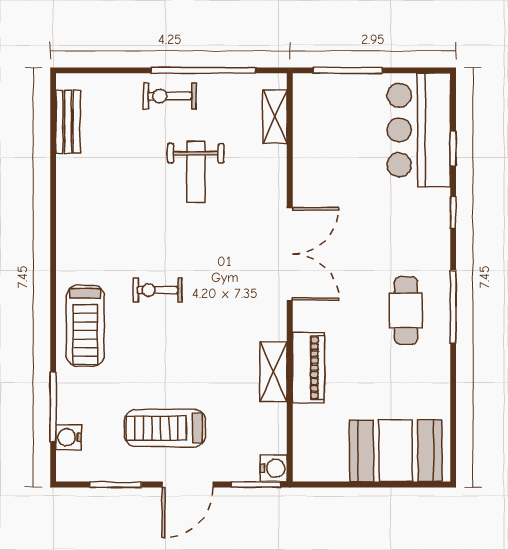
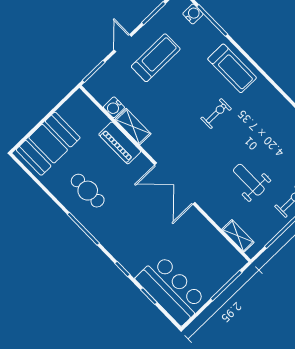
cafe table: (406, 310) -> (88, 191), moved
treadmill: (85, 326) -> (232, 68), turned 180
water cooler: (274, 468) -> (114, 107), moved
door: (188, 484) -> (123, 43), width x0.73

